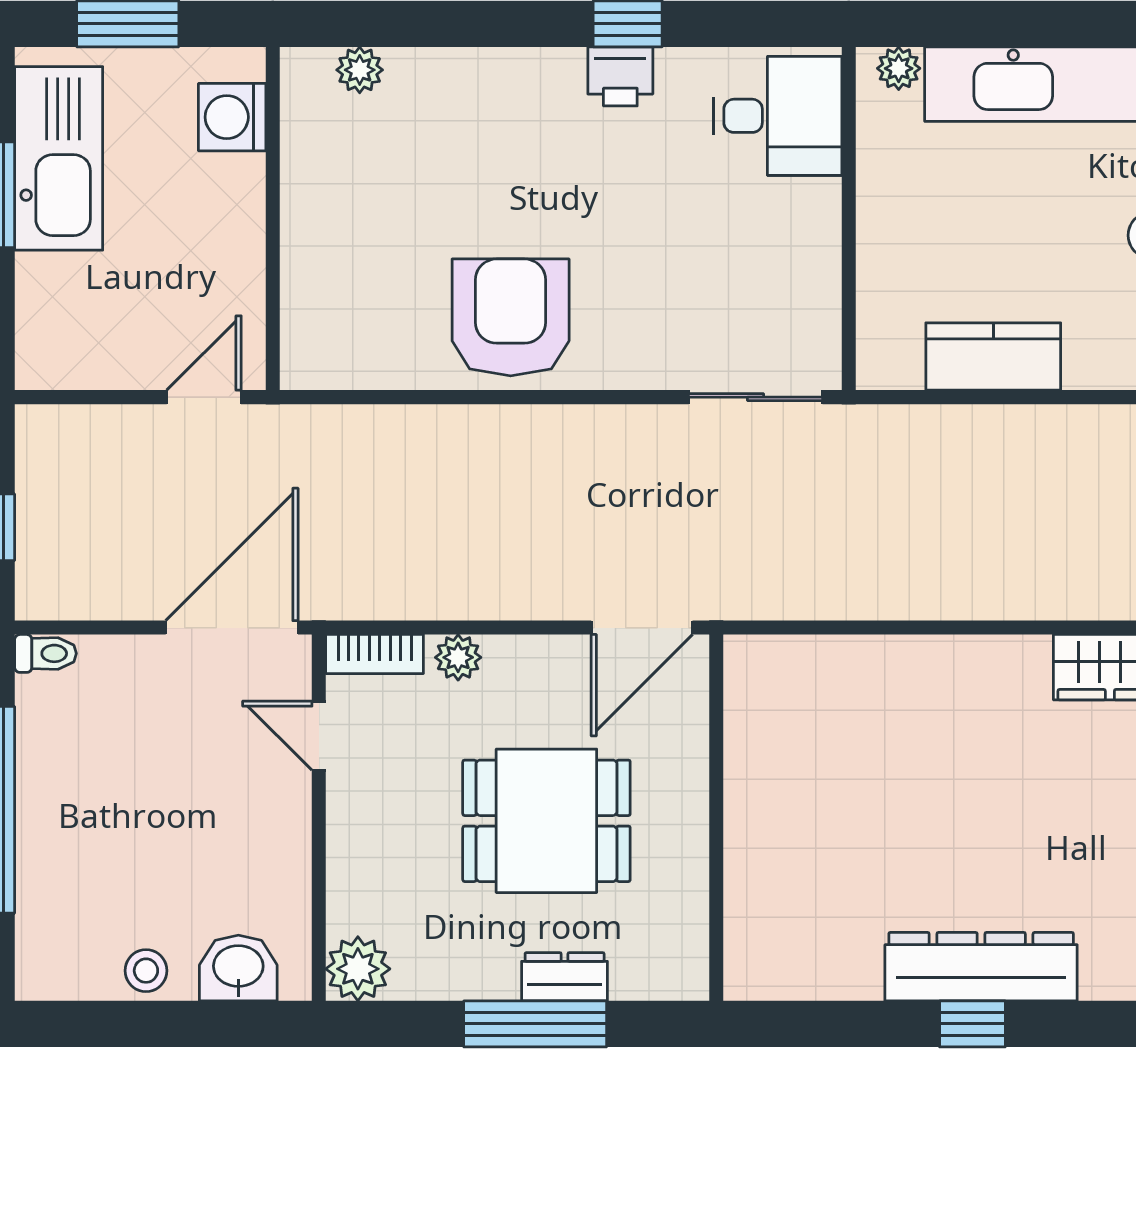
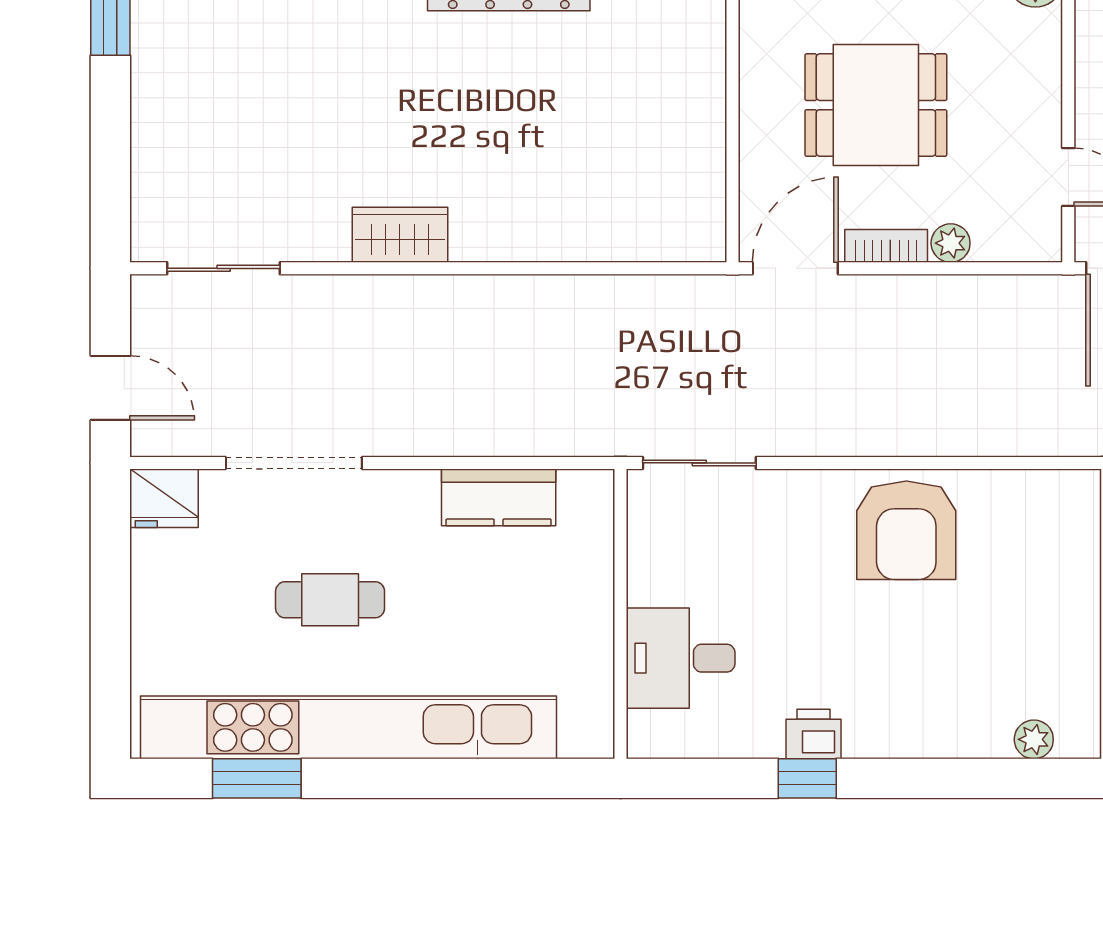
plant: (899, 68) -> (578, 741), removed
desk: (778, 116) -> (681, 658), moved
bookcase: (375, 654) -> (886, 246), moved

